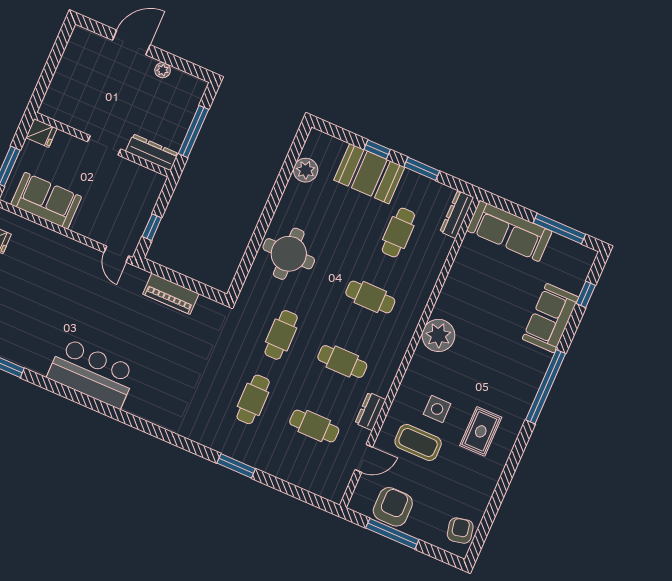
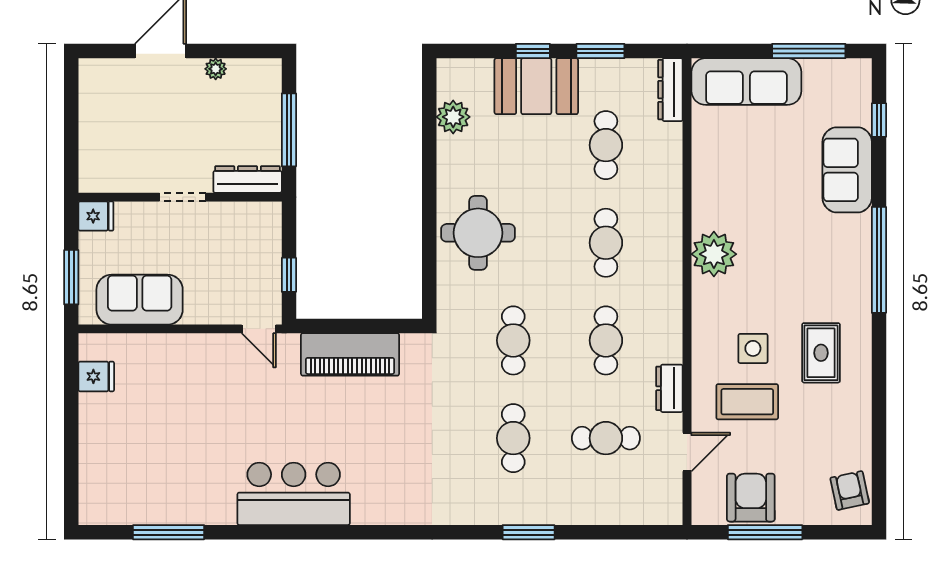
piano: (171, 294) -> (350, 354), width x1.37, depth x1.33
cafe table: (370, 297) -> (606, 243), turned 90
cafe table: (342, 361) -> (606, 340), turned 90

